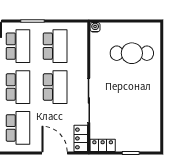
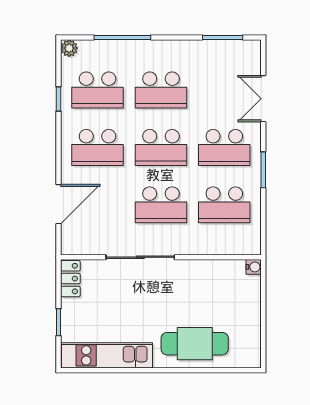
cafe table: (132, 53) -> (195, 344), moved, turned 90
kitchen unit: (152, 122) -> (107, 355), added
locker: (81, 138) -> (81, 245), removed

